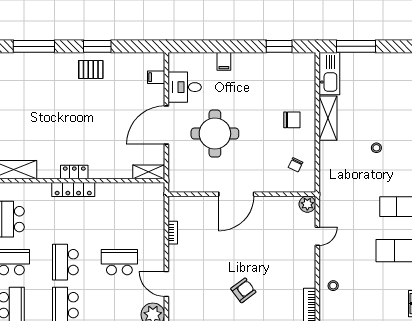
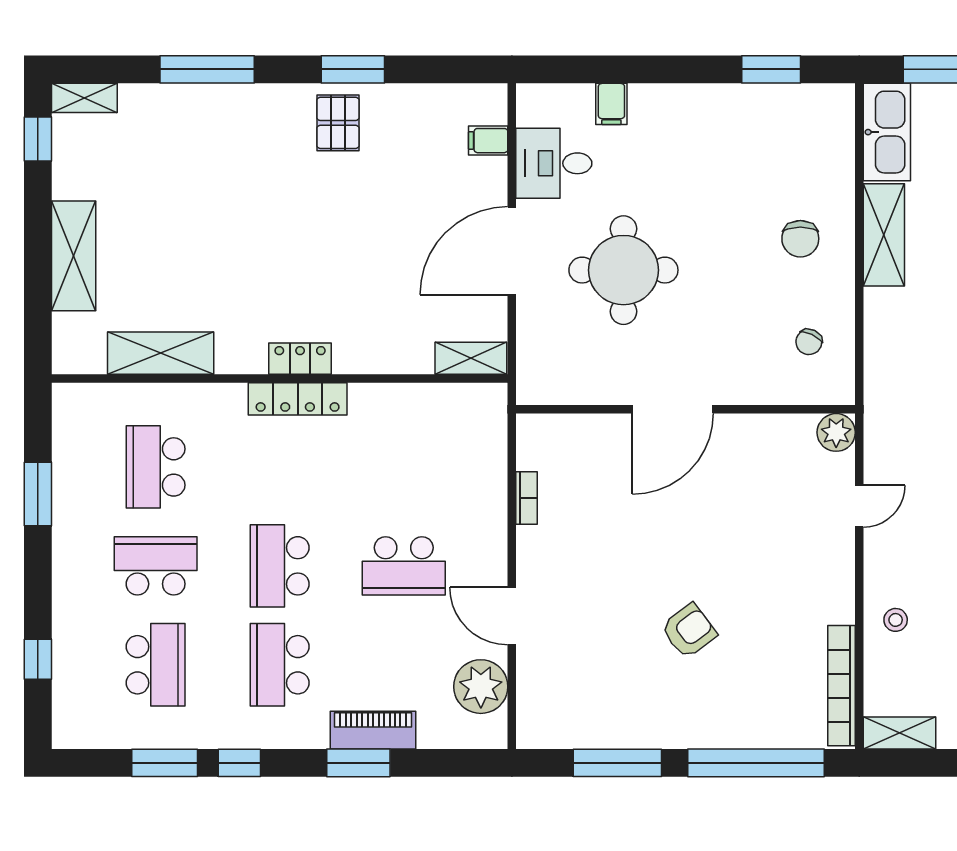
filing cabinet: (224, 61) -> (611, 104), moved
pallet: (91, 70) -> (338, 123), turned 90
chair: (292, 120) -> (800, 239), turned 90
school desk: (119, 262) -> (404, 566), turned 180

